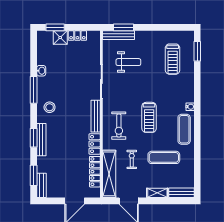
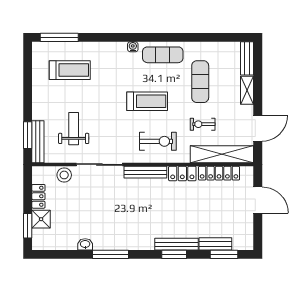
window: (197, 51) -> (59, 37), width x1.44
stool: (50, 107) -> (64, 175), moved
bench: (42, 185) -> (215, 244), moved

